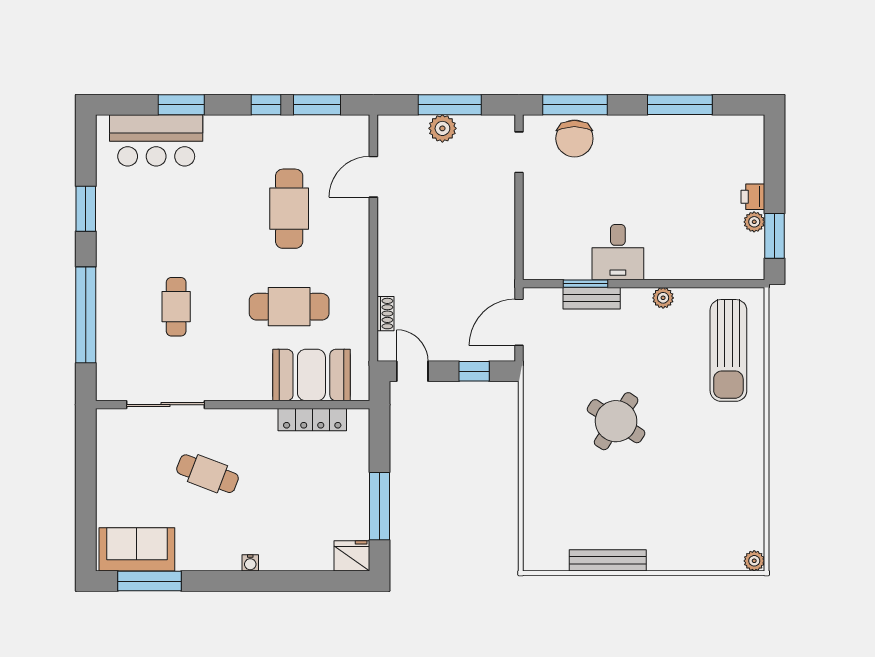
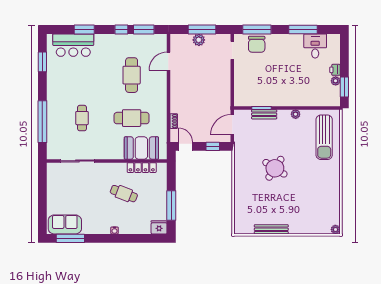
window: (86, 209) -> (42, 62), moved
desk: (618, 252) -> (315, 46), moved, turned 180
cafe table: (208, 474) -> (124, 194), moved

